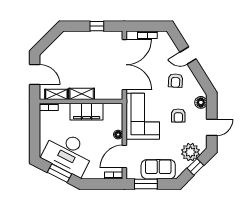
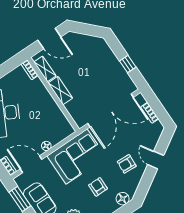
door: (35, 74) -> (49, 38), hinge flipped
filing cabinet: (87, 112) -> (48, 105), removed
armchair: (178, 116) -> (98, 187), turned 90

